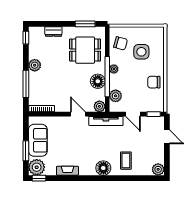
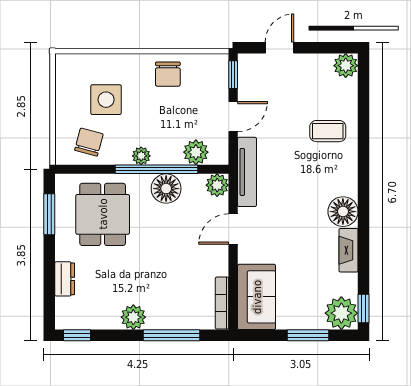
sofa: (38, 140) -> (257, 297), moved, turned 90
floor lamp: (103, 168) -> (343, 212), moved

